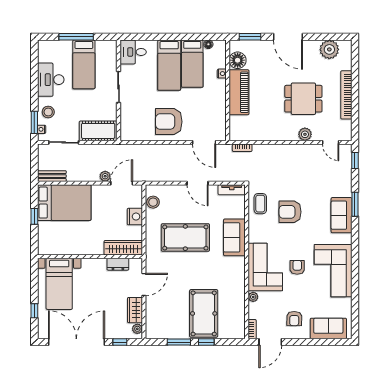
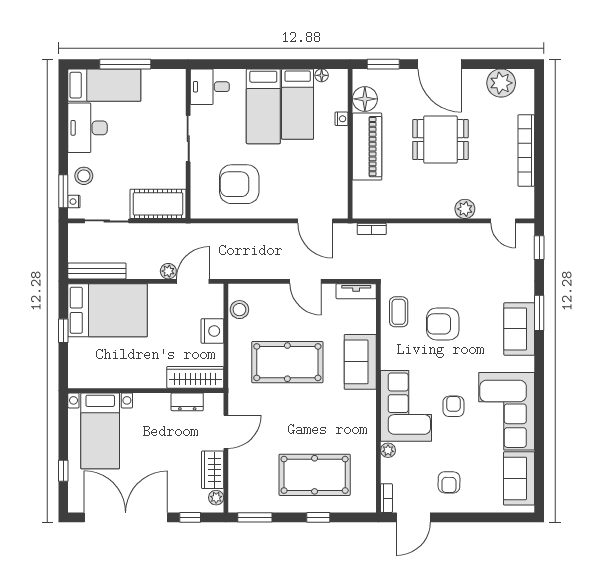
bed: (84, 64) -> (104, 85), moved, turned -90
dining table: (303, 99) -> (440, 140), moved
armchair: (169, 122) -> (239, 184), moved
bench: (52, 176) -> (97, 271), width x1.36
pool table: (204, 313) -> (315, 475), turned 90
sofa: (328, 328) -> (519, 478), moved, turned -90
window: (179, 342) -> (255, 517), moved

